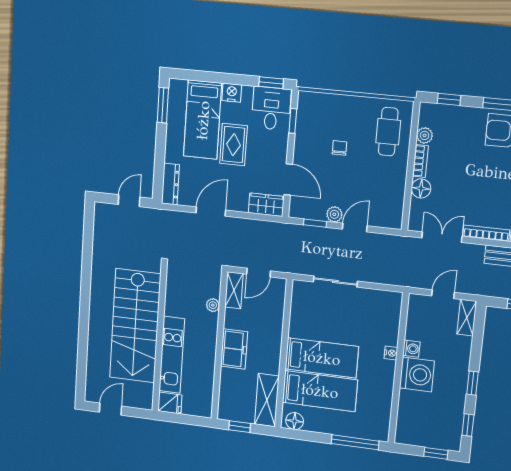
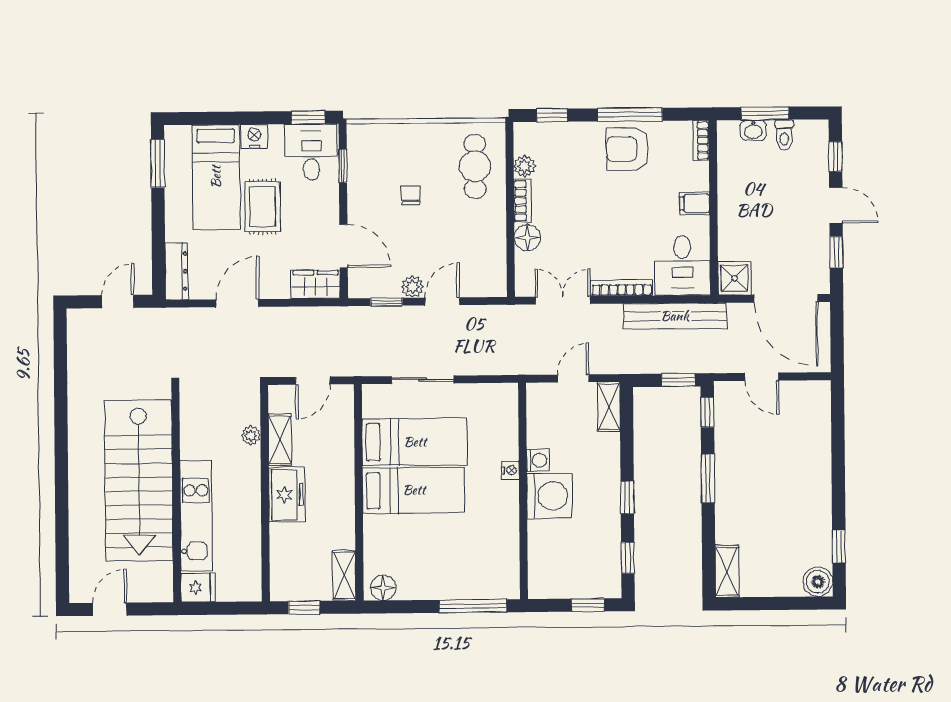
shelving: (234, 290) -> (280, 440), moved
bed: (320, 391) -> (415, 442), moved
shelving: (267, 400) -> (344, 575), width x0.67, depth x0.75

